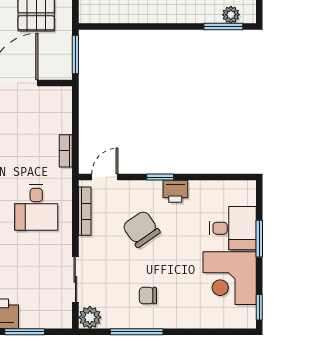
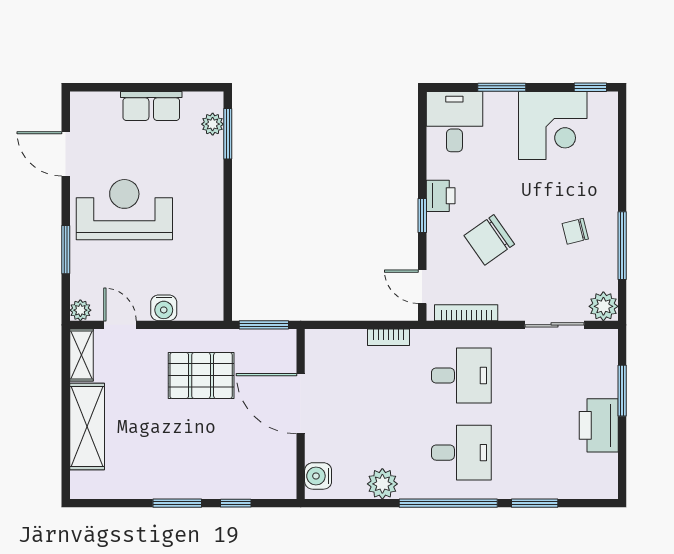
desk: (233, 228) -> (454, 122), moved
chair: (148, 296) -> (575, 231), turned 76

